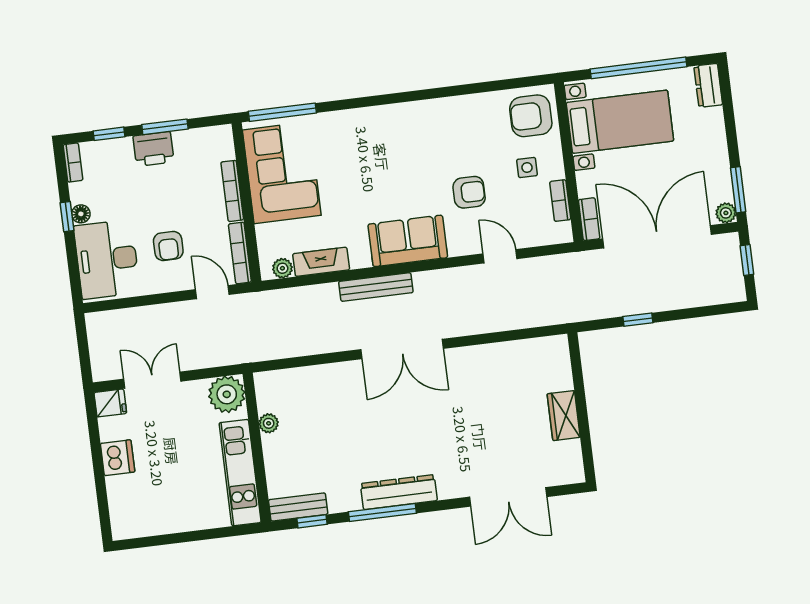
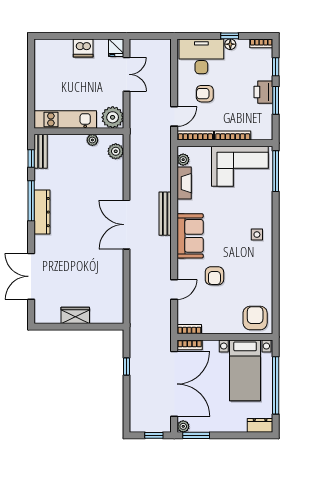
side table: (527, 168) -> (257, 235), moved
bookcase: (560, 201) -> (189, 329), moved
plant: (283, 382) -> (116, 151), added

